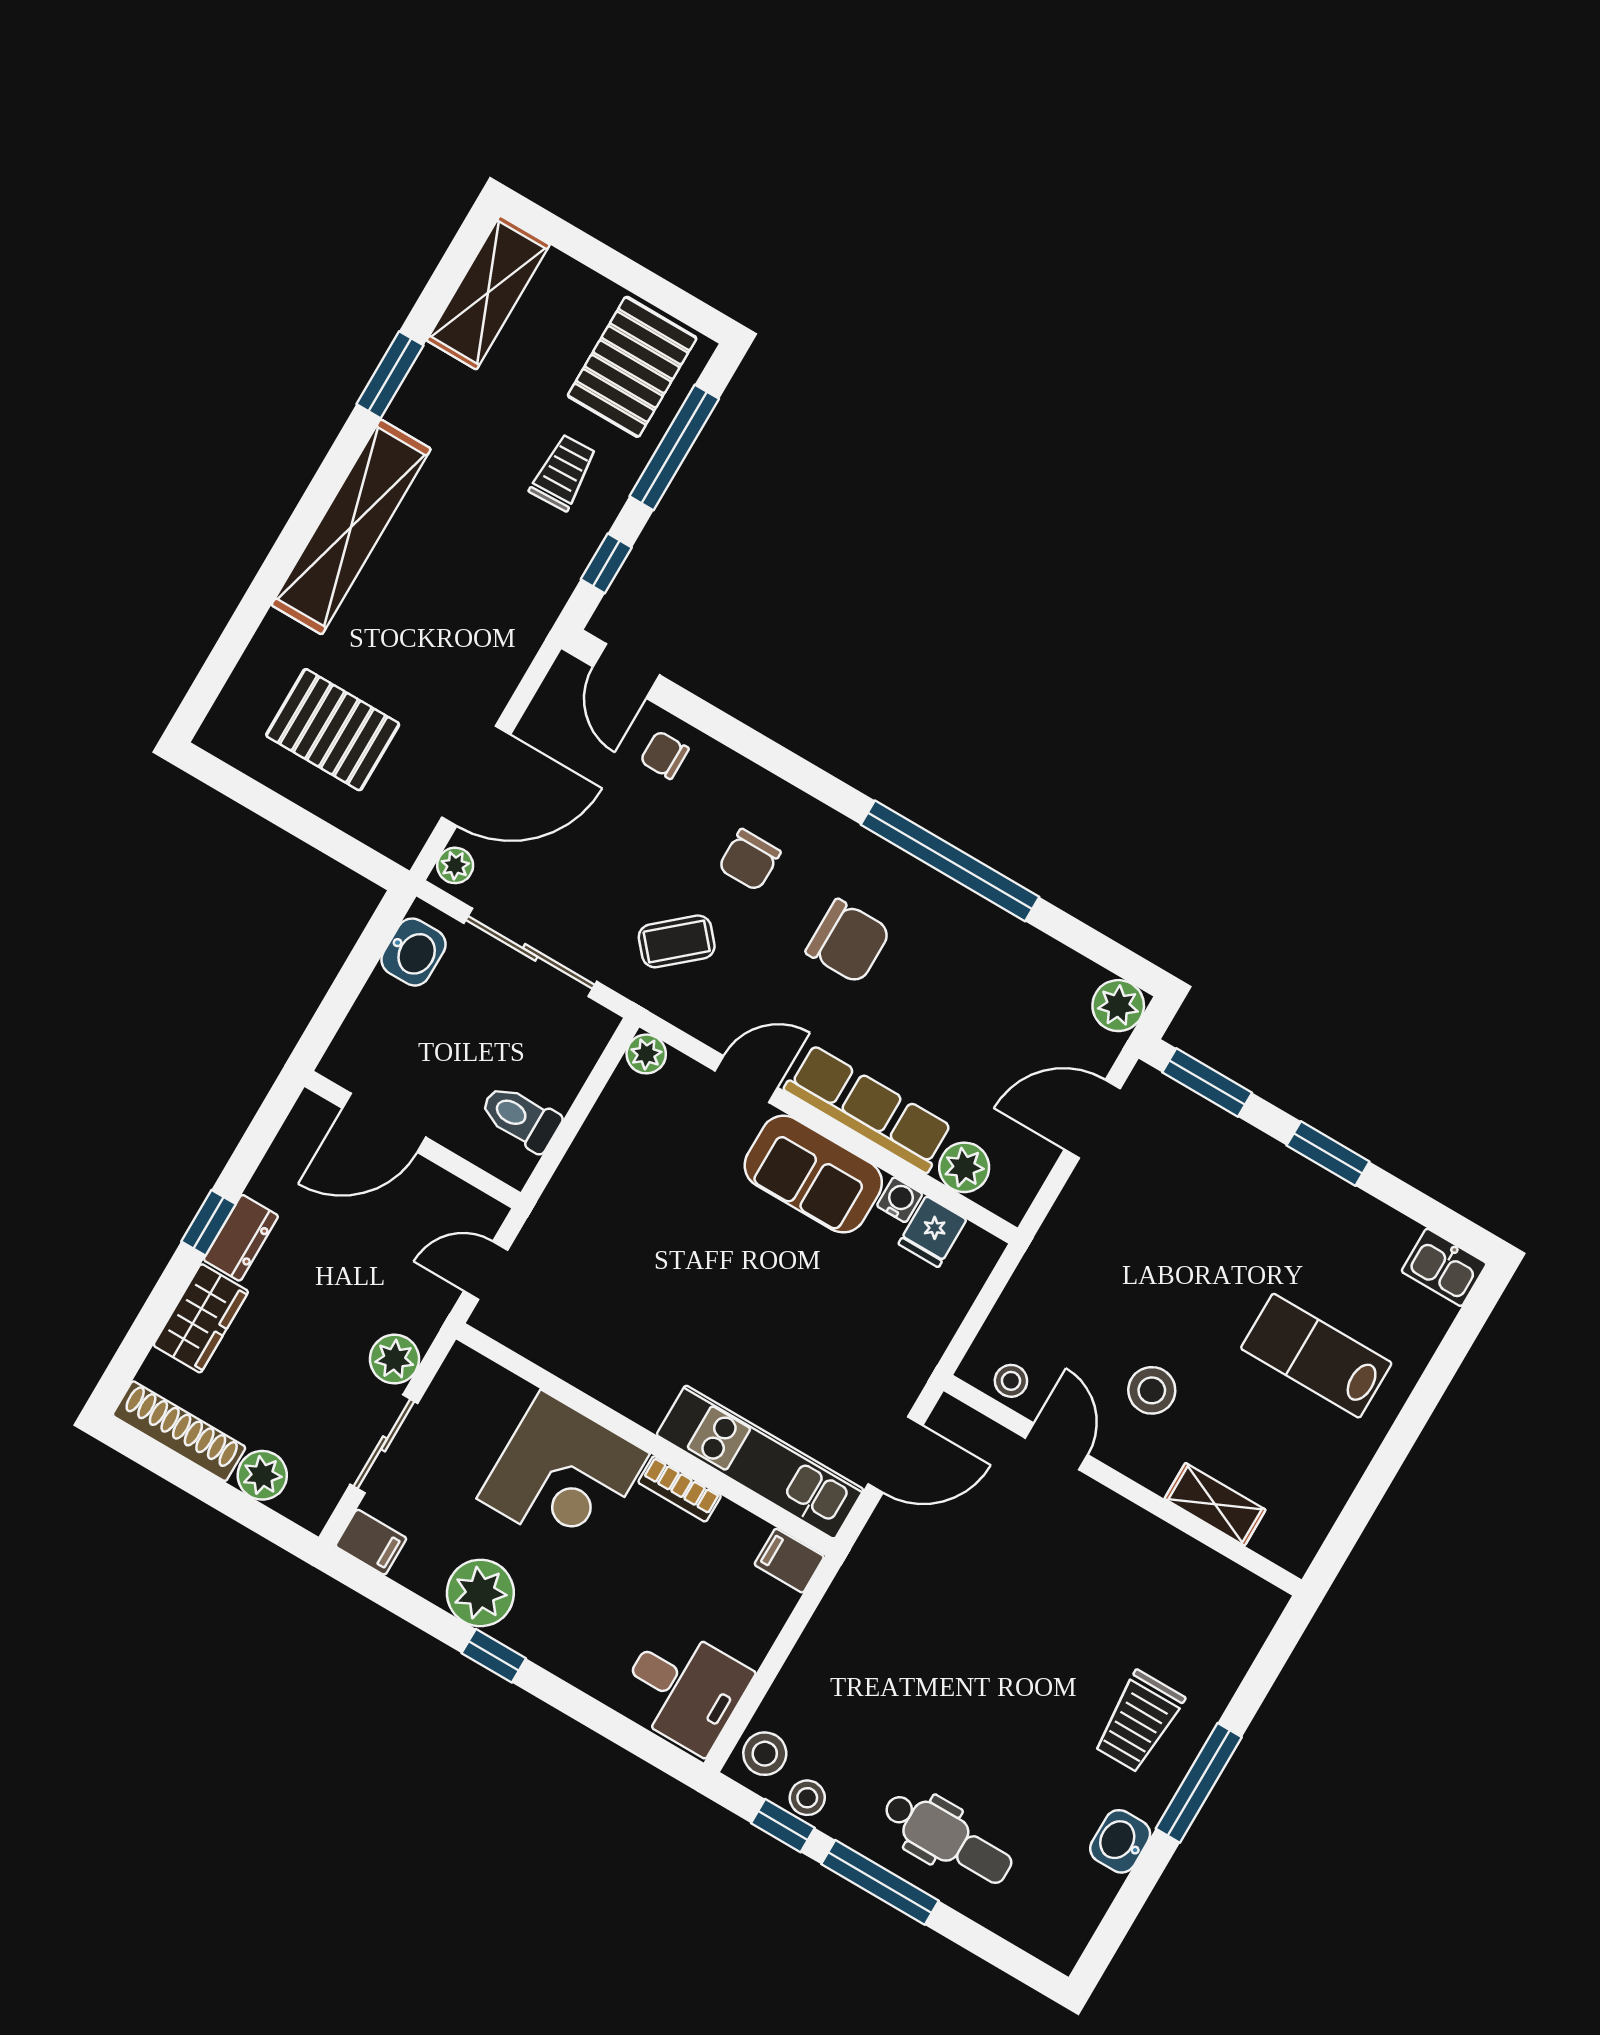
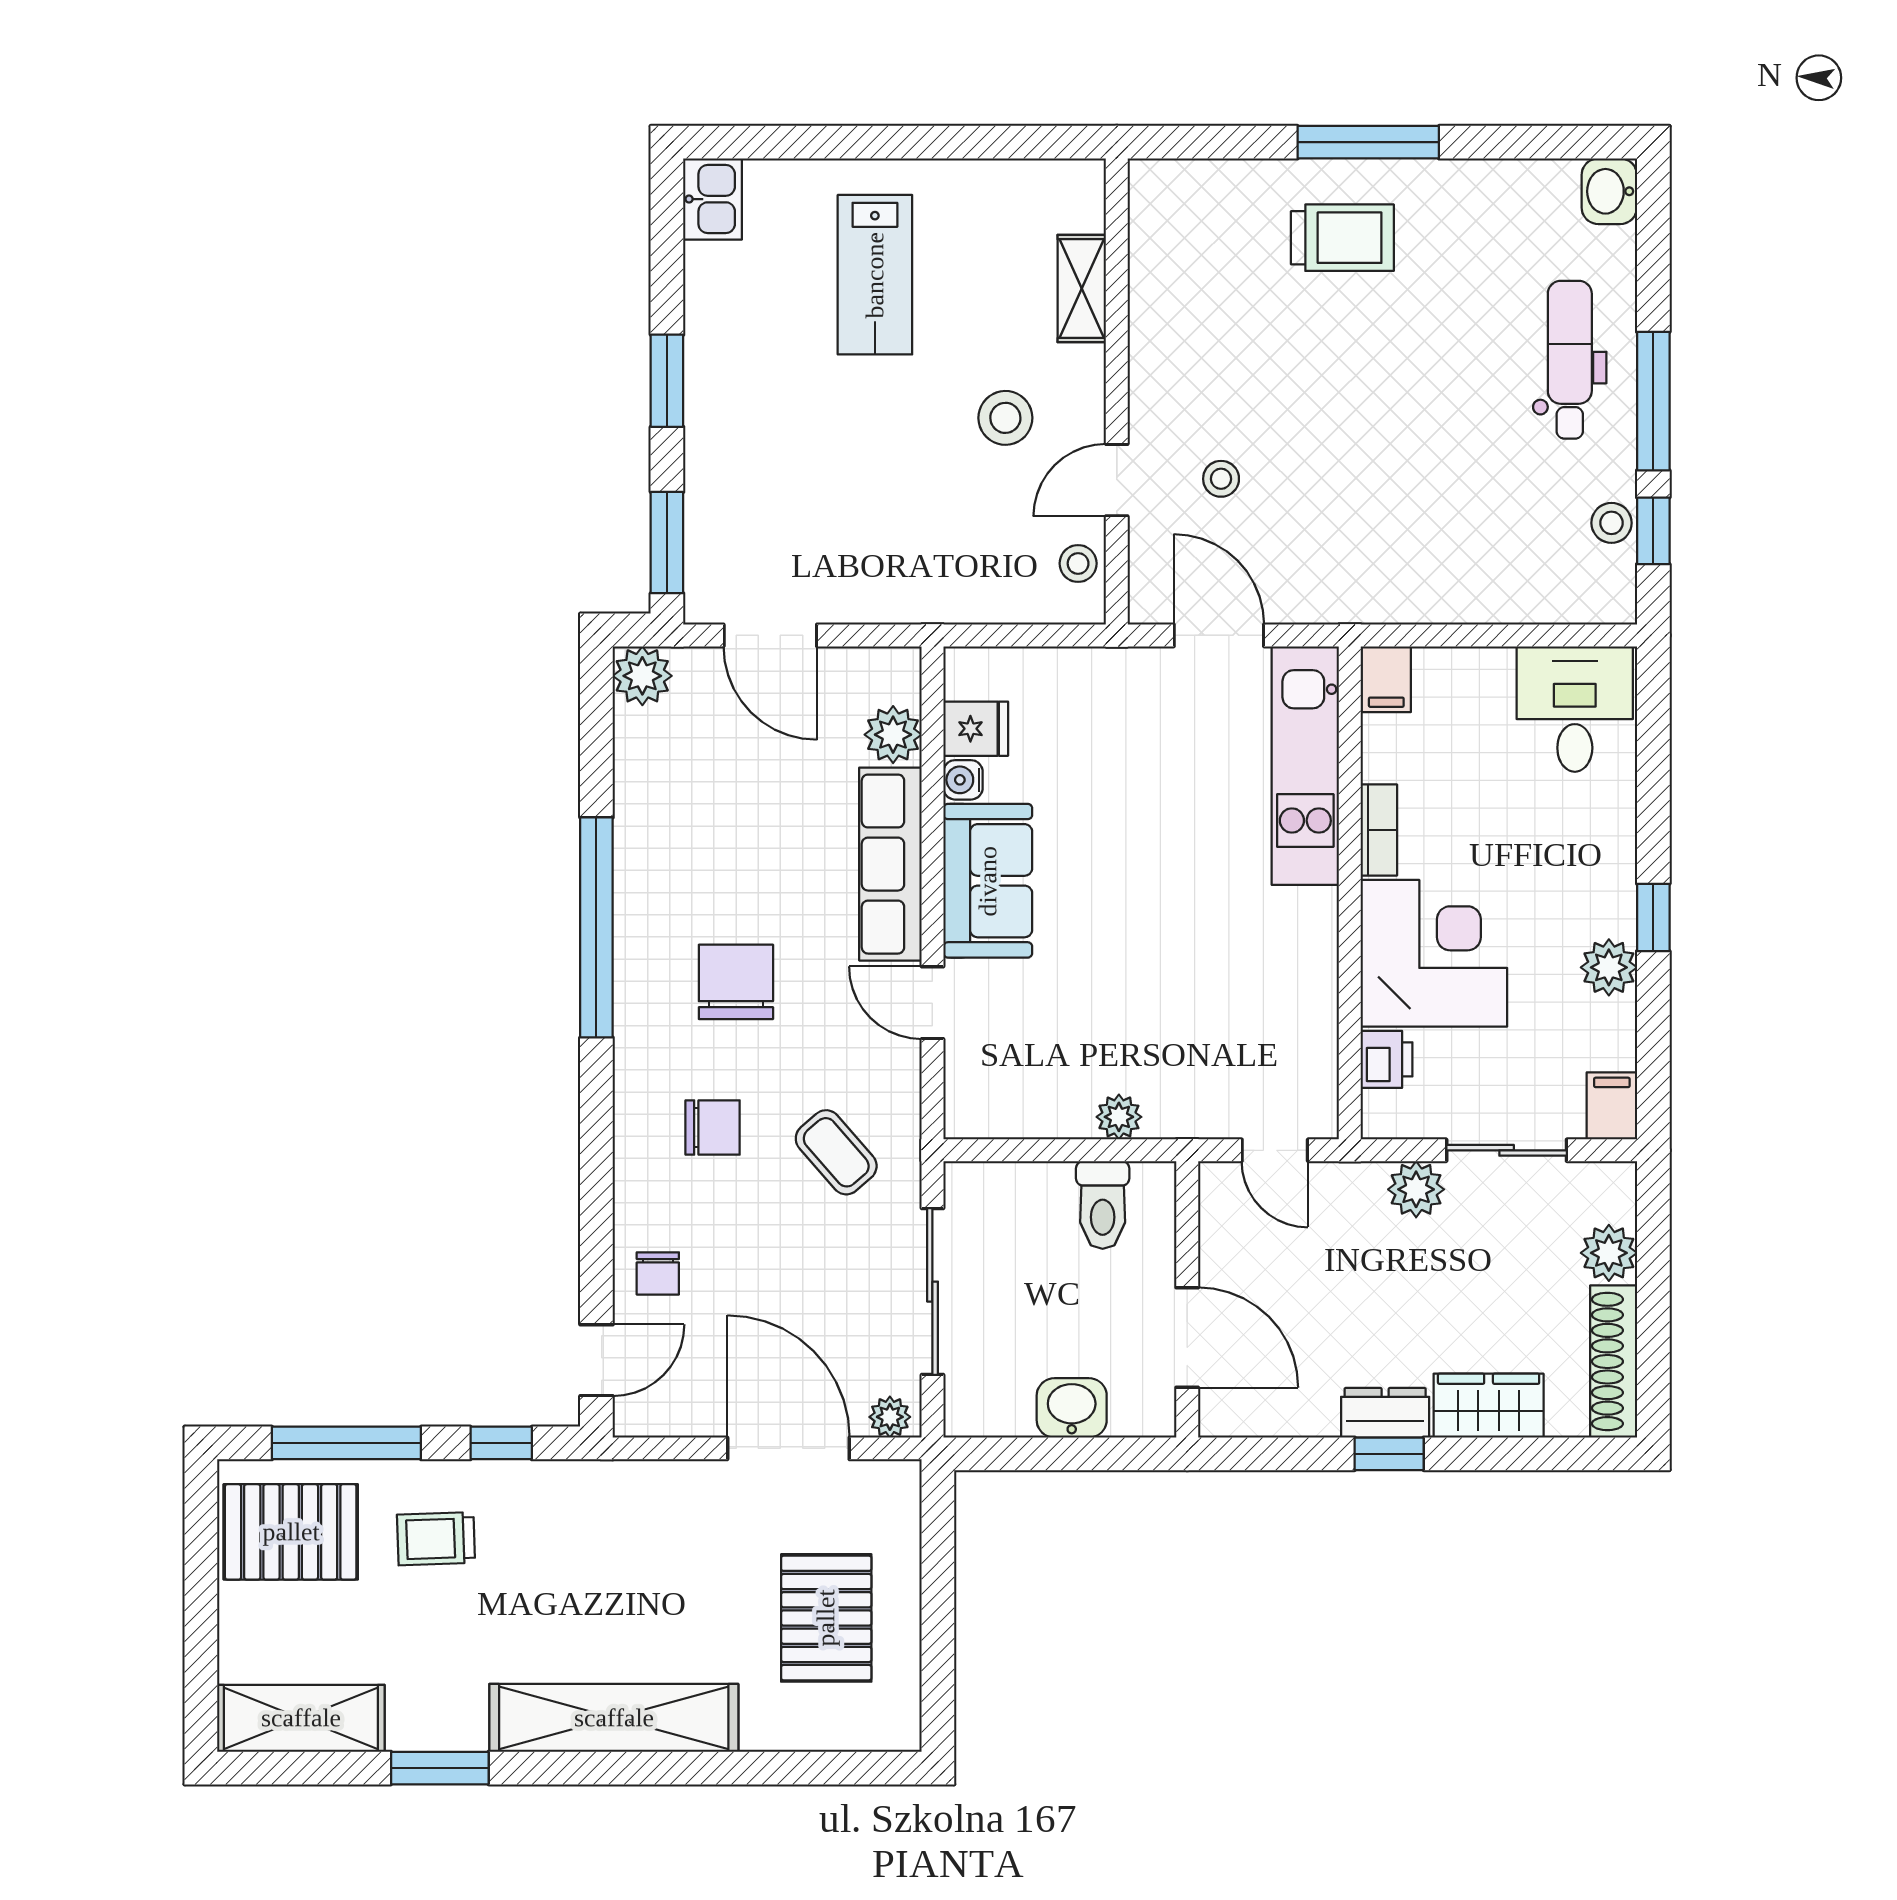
washbasin: (414, 952) -> (1072, 1408), moved
plant: (646, 1054) -> (1119, 1117), moved
printer: (505, 1394) -> (1387, 1059), added
plant: (480, 1593) -> (1609, 967), width x0.73, depth x0.73
stool: (765, 1754) -> (1221, 479), moved, width x0.73, depth x0.73
washbasin: (1120, 1841) -> (1609, 191), moved, turned 90

